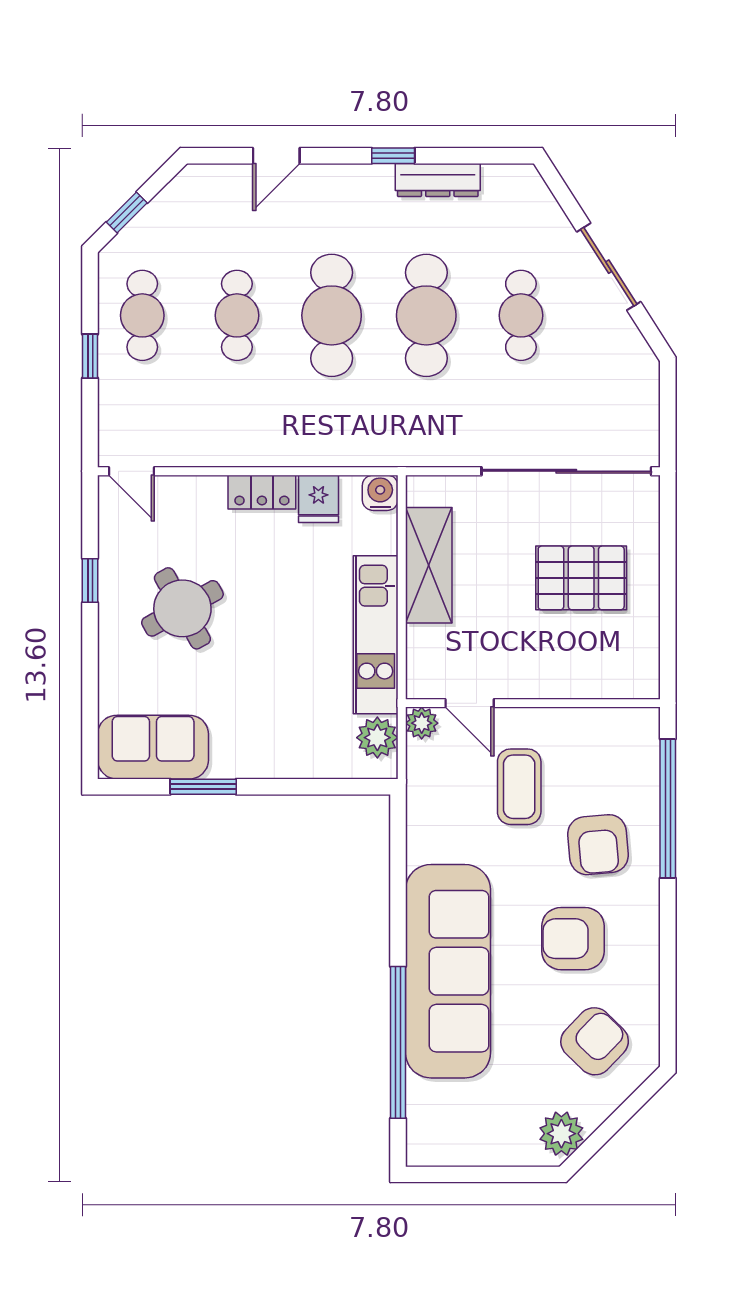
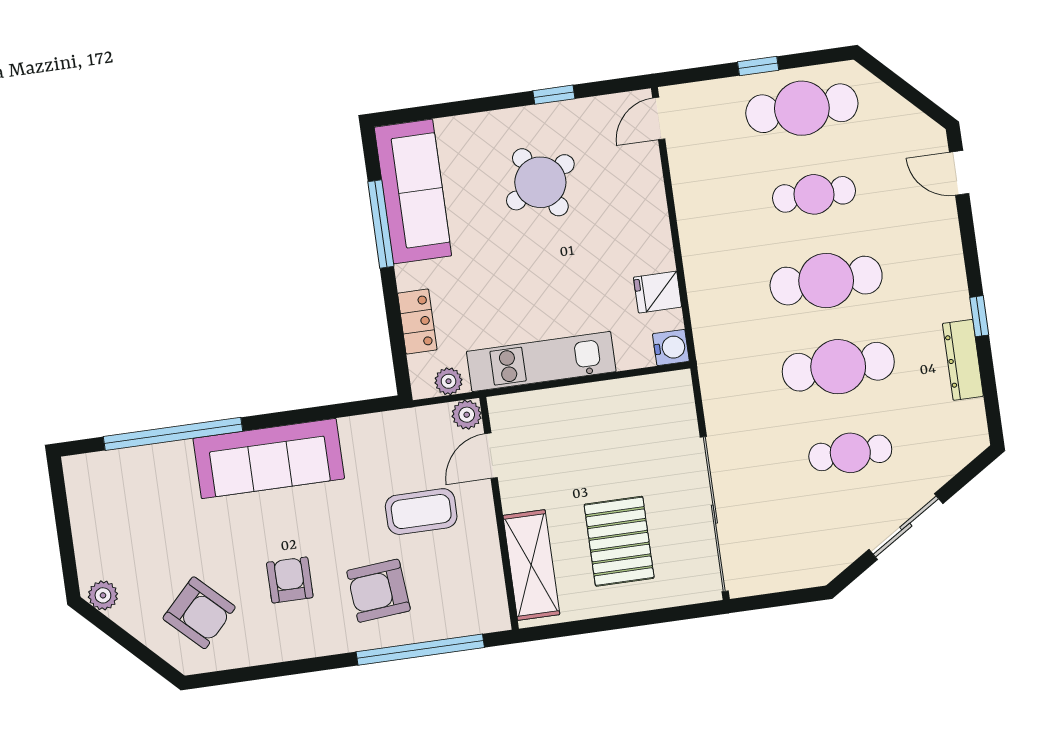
door: (276, 156) -> (959, 173), moved
window: (127, 212) -> (894, 81), removed
cafe table: (142, 315) -> (802, 108), width x1.37, depth x1.35
locker: (262, 492) -> (417, 322), moved, turned 180
shelving: (429, 565) -> (531, 565), moved, turned 90
plant: (377, 738) -> (449, 381), width x0.73, depth x0.73
sofa: (153, 747) -> (413, 191), width x1.36
window: (203, 787) -> (381, 224), width x1.44
armchair: (573, 939) -> (290, 580), width x0.72, depth x0.72
sofa: (448, 971) -> (269, 458), width x0.74, depth x0.79
plant: (561, 1134) -> (103, 595), width x0.73, depth x0.73

